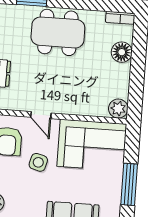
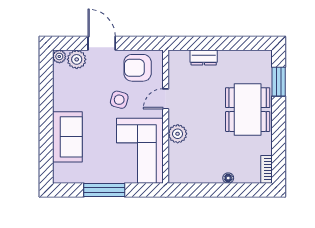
floor lamp: (122, 52) -> (228, 178), width x0.53, depth x0.53
plant: (118, 109) -> (178, 134), moved

